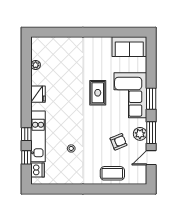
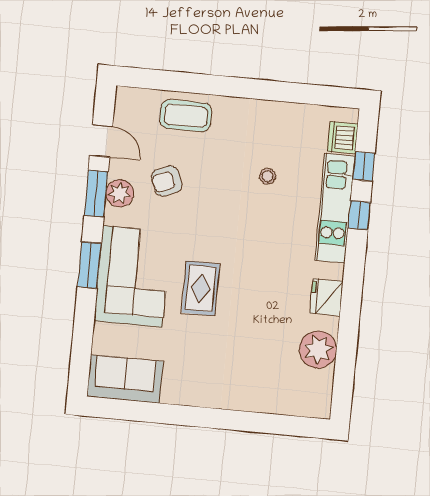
plant: (36, 65) -> (318, 350), width x1.87, depth x1.87
door: (151, 158) -> (101, 141), hinge flipped

